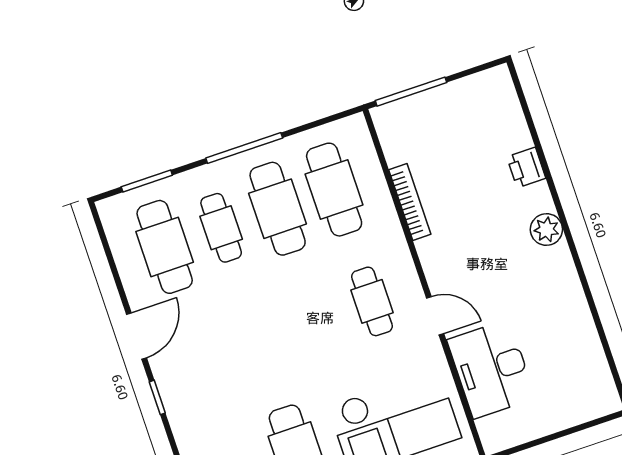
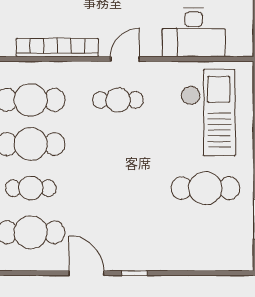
bookcase: (410, 202) -> (57, 48), width x1.48, depth x1.31
door: (435, 316) -> (125, 59), moved

